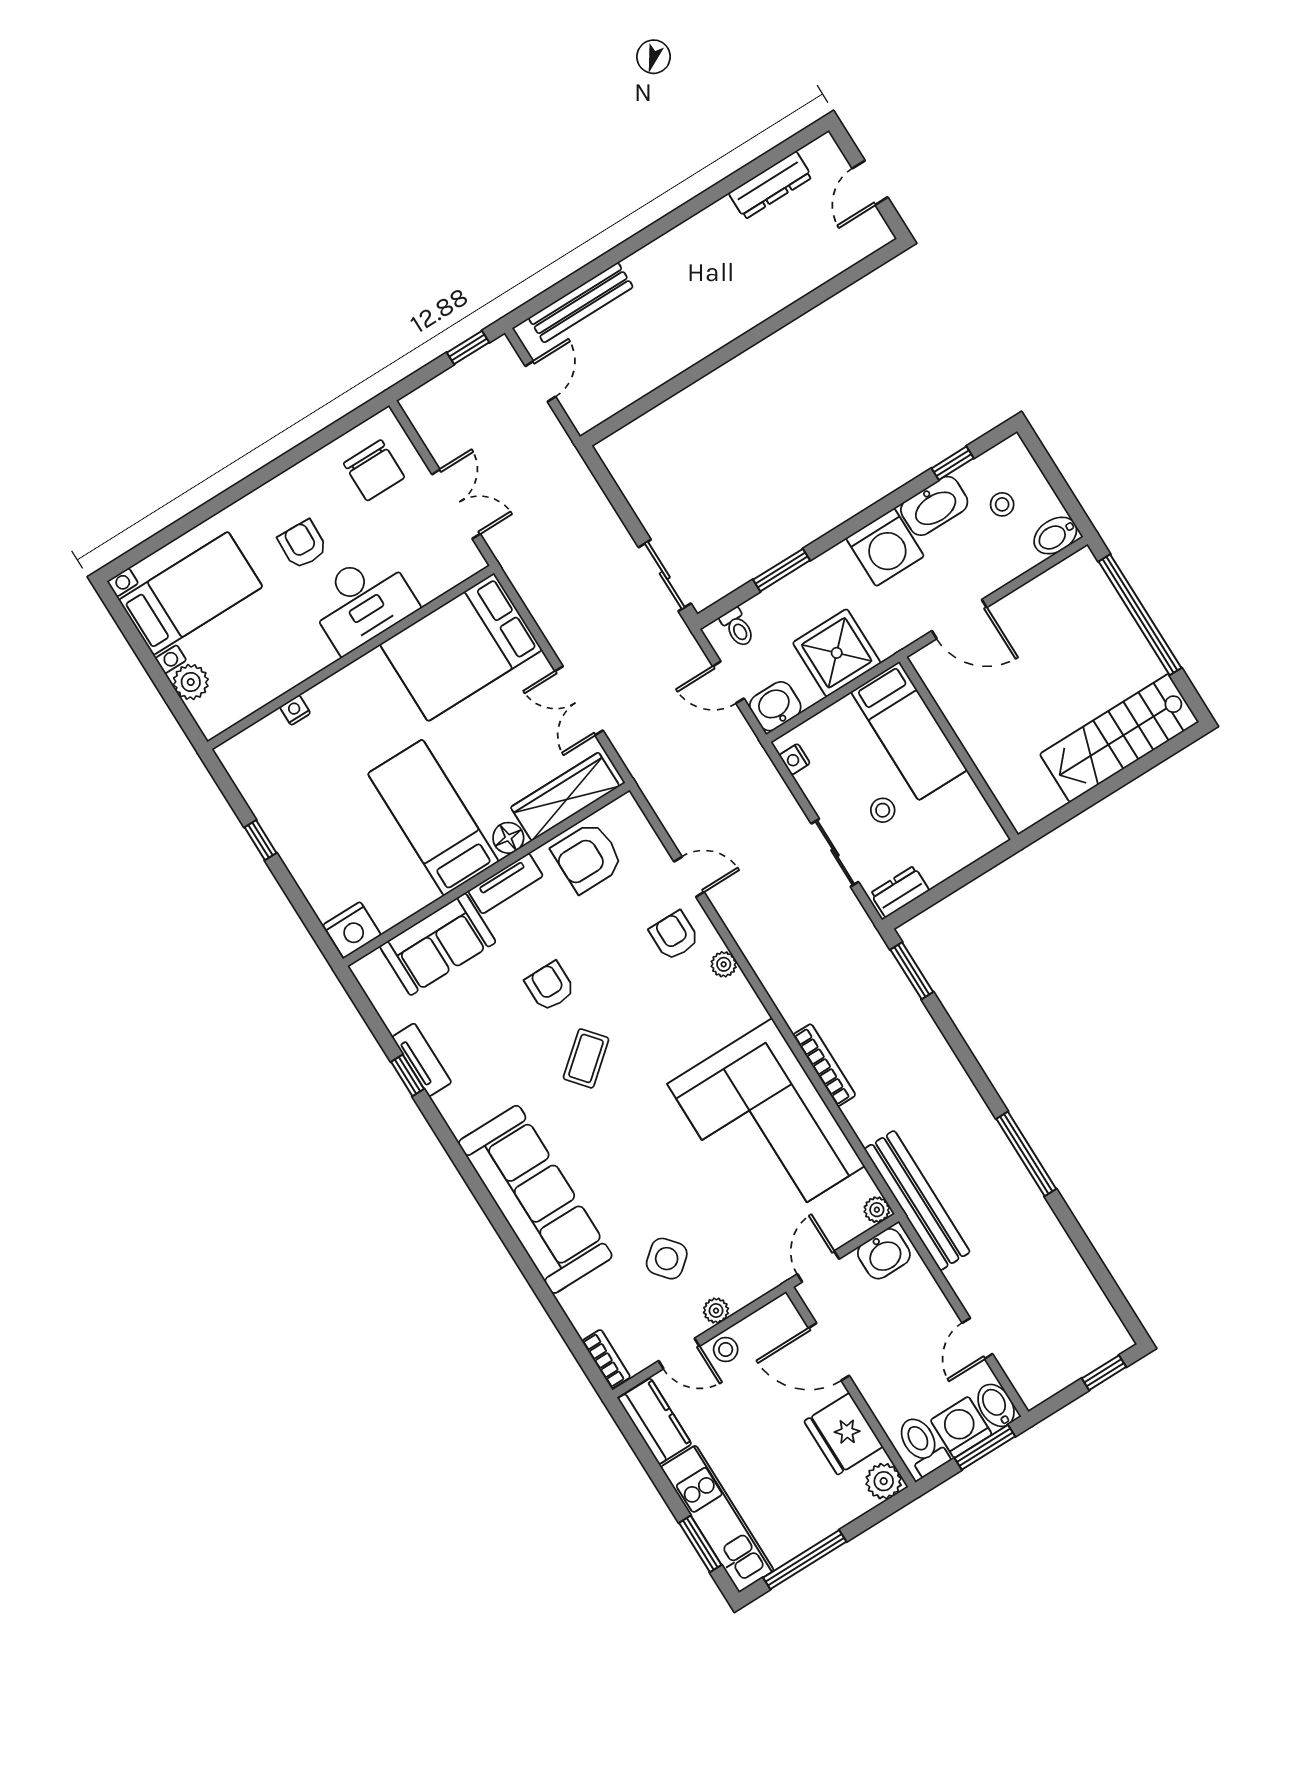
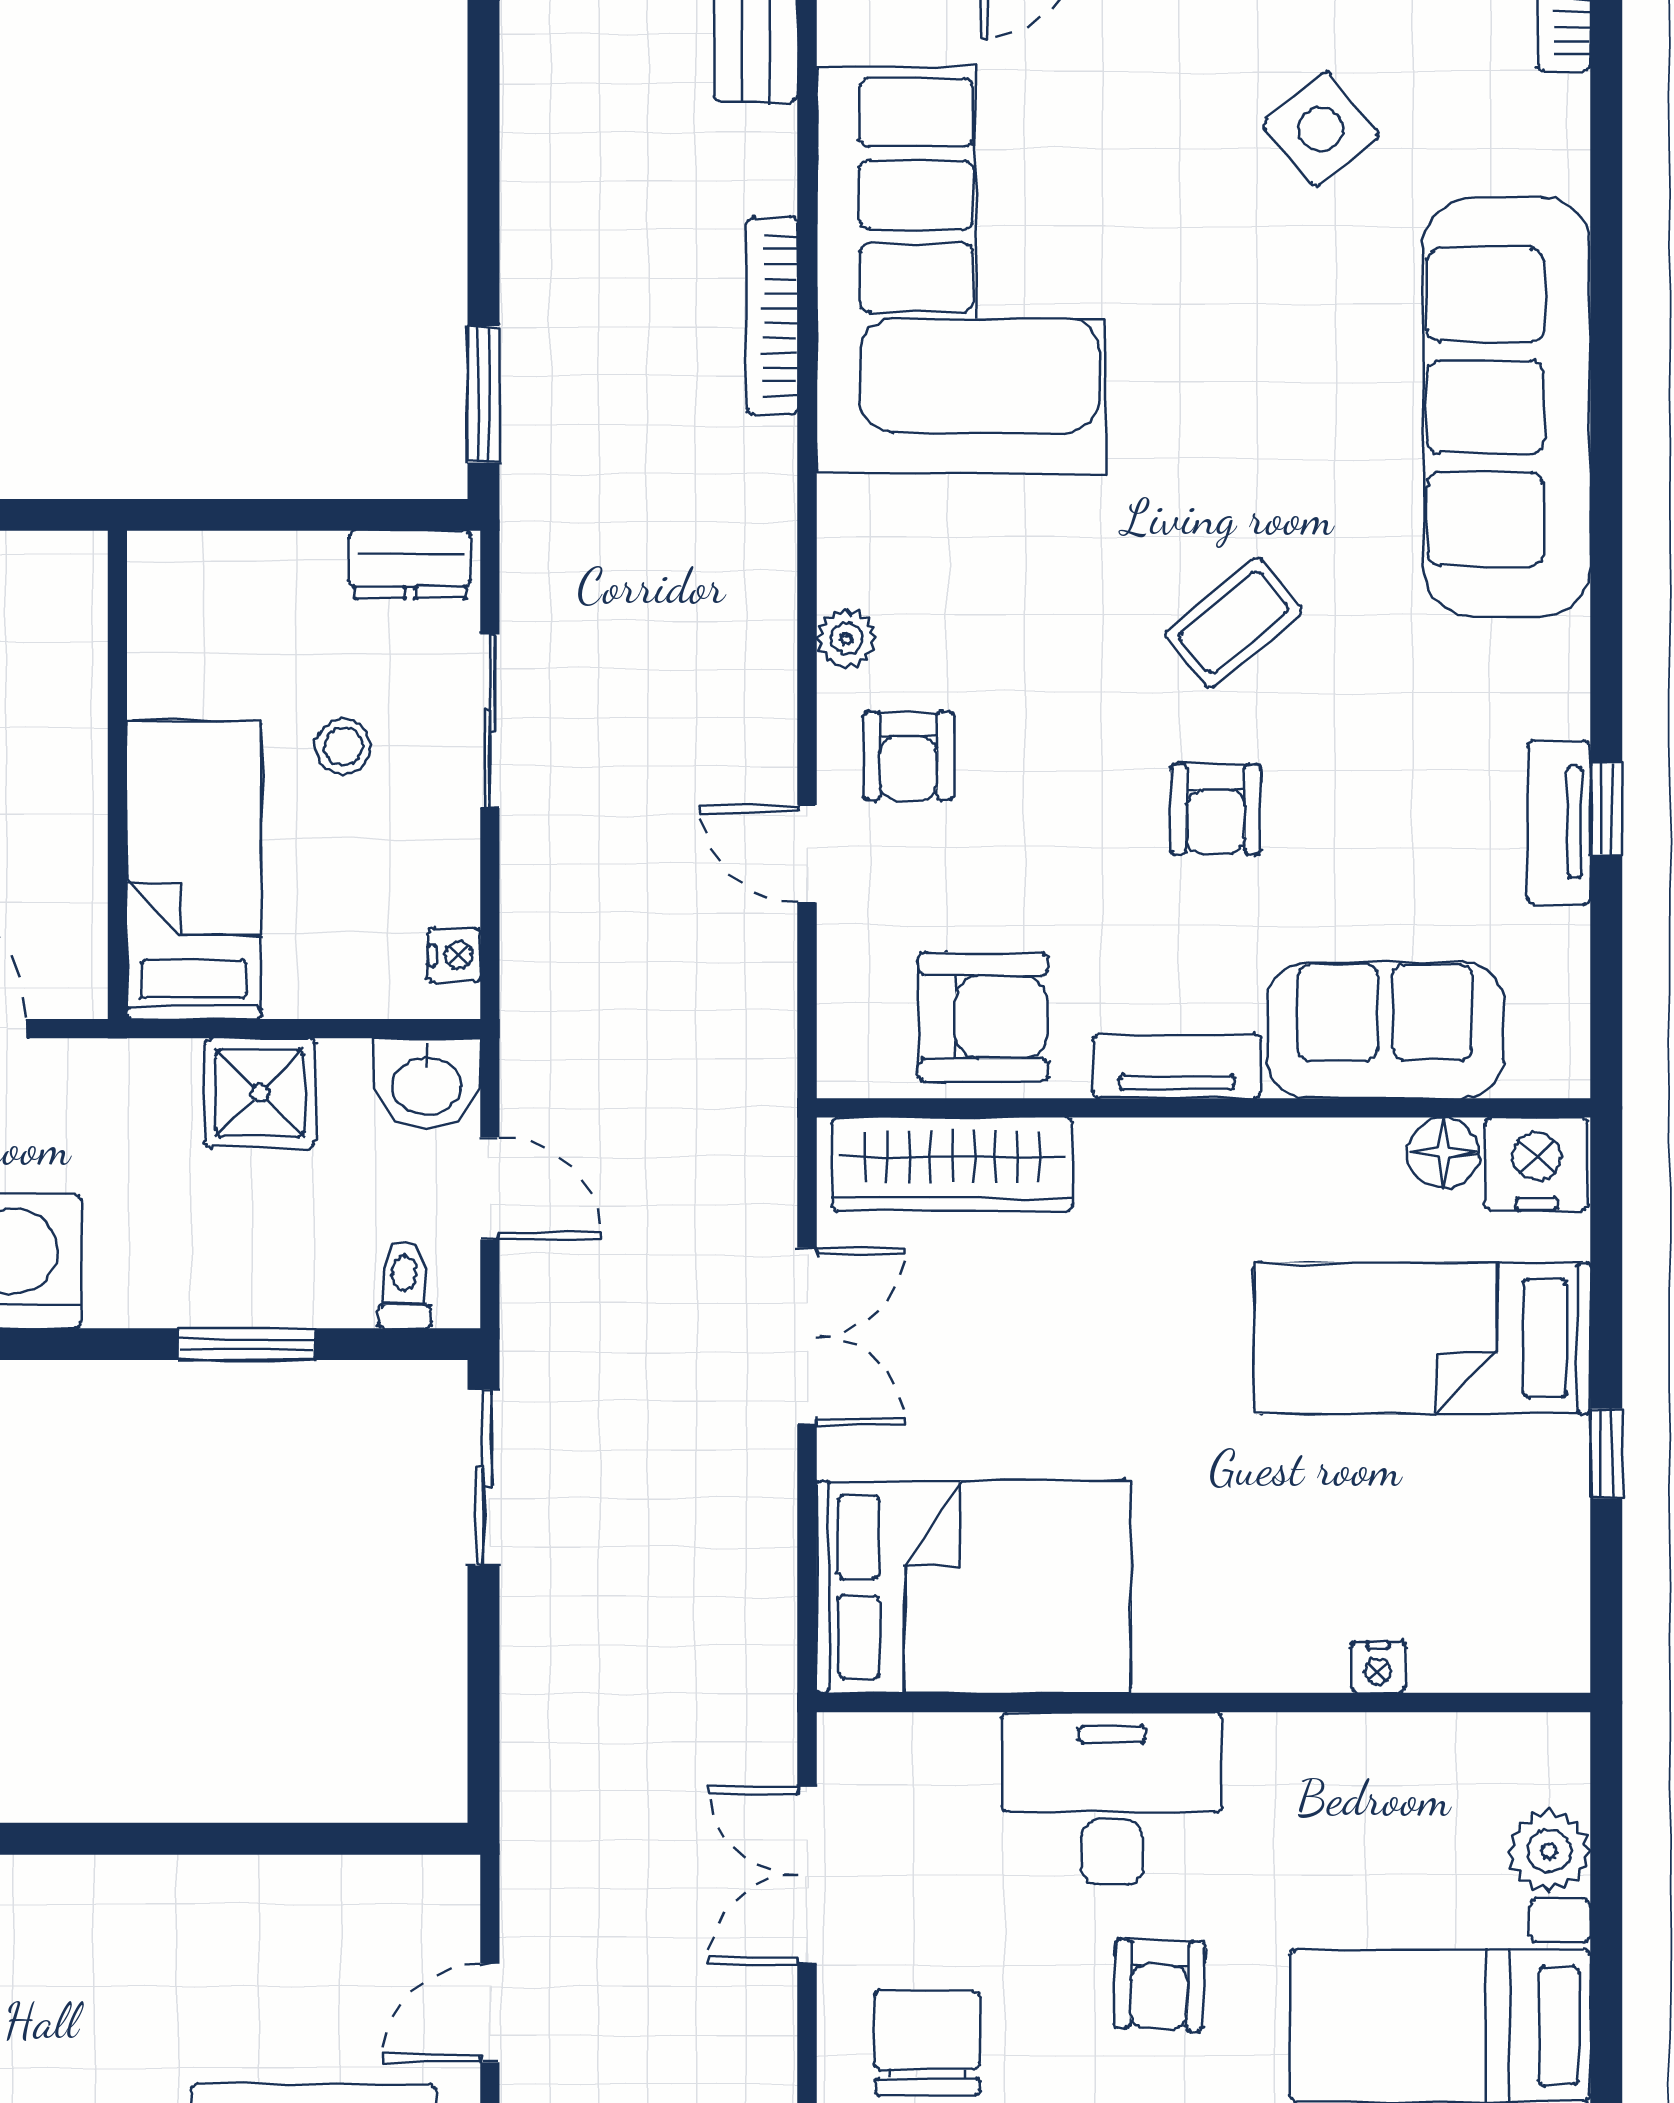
shower: (837, 653) -> (260, 1093), width x0.73, depth x0.73
bed: (433, 818) -> (1422, 1338), moved, turned 90
floor lamp: (508, 838) -> (1443, 1153), moved

